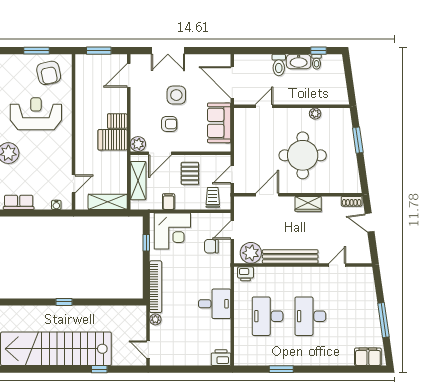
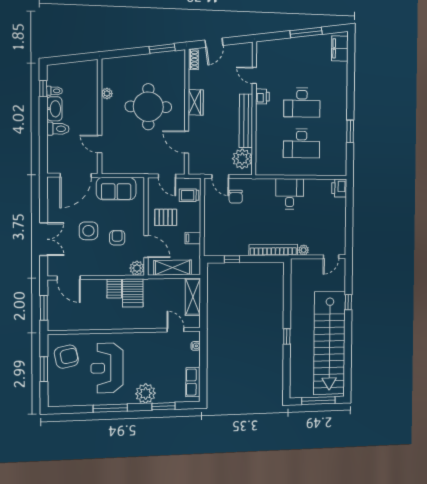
window: (358, 140) -> (162, 49), moved
corner desk: (172, 231) -> (221, 234), removed
printer: (245, 274) -> (262, 96), moved

